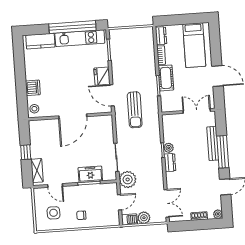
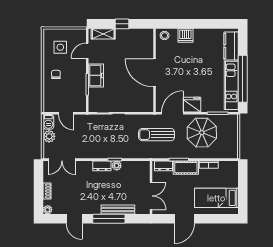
dresser: (161, 36) -> (164, 166), moved
parasol: (129, 64) -> (202, 133), added
freezer: (90, 174) -> (96, 75), moved
plant: (128, 179) -> (88, 123), removed

